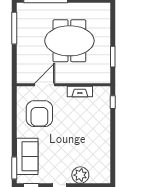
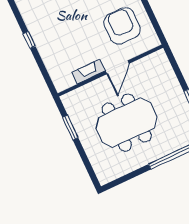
door: (45, 85) -> (117, 67), moved
window: (113, 102) -> (29, 40), moved

